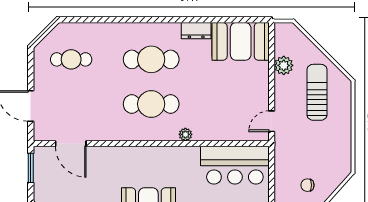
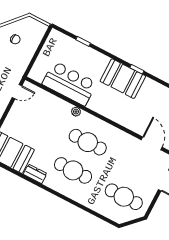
cafe table: (71, 59) -> (124, 197), width x1.37, depth x1.35
bar counter: (235, 165) -> (69, 83), moved

